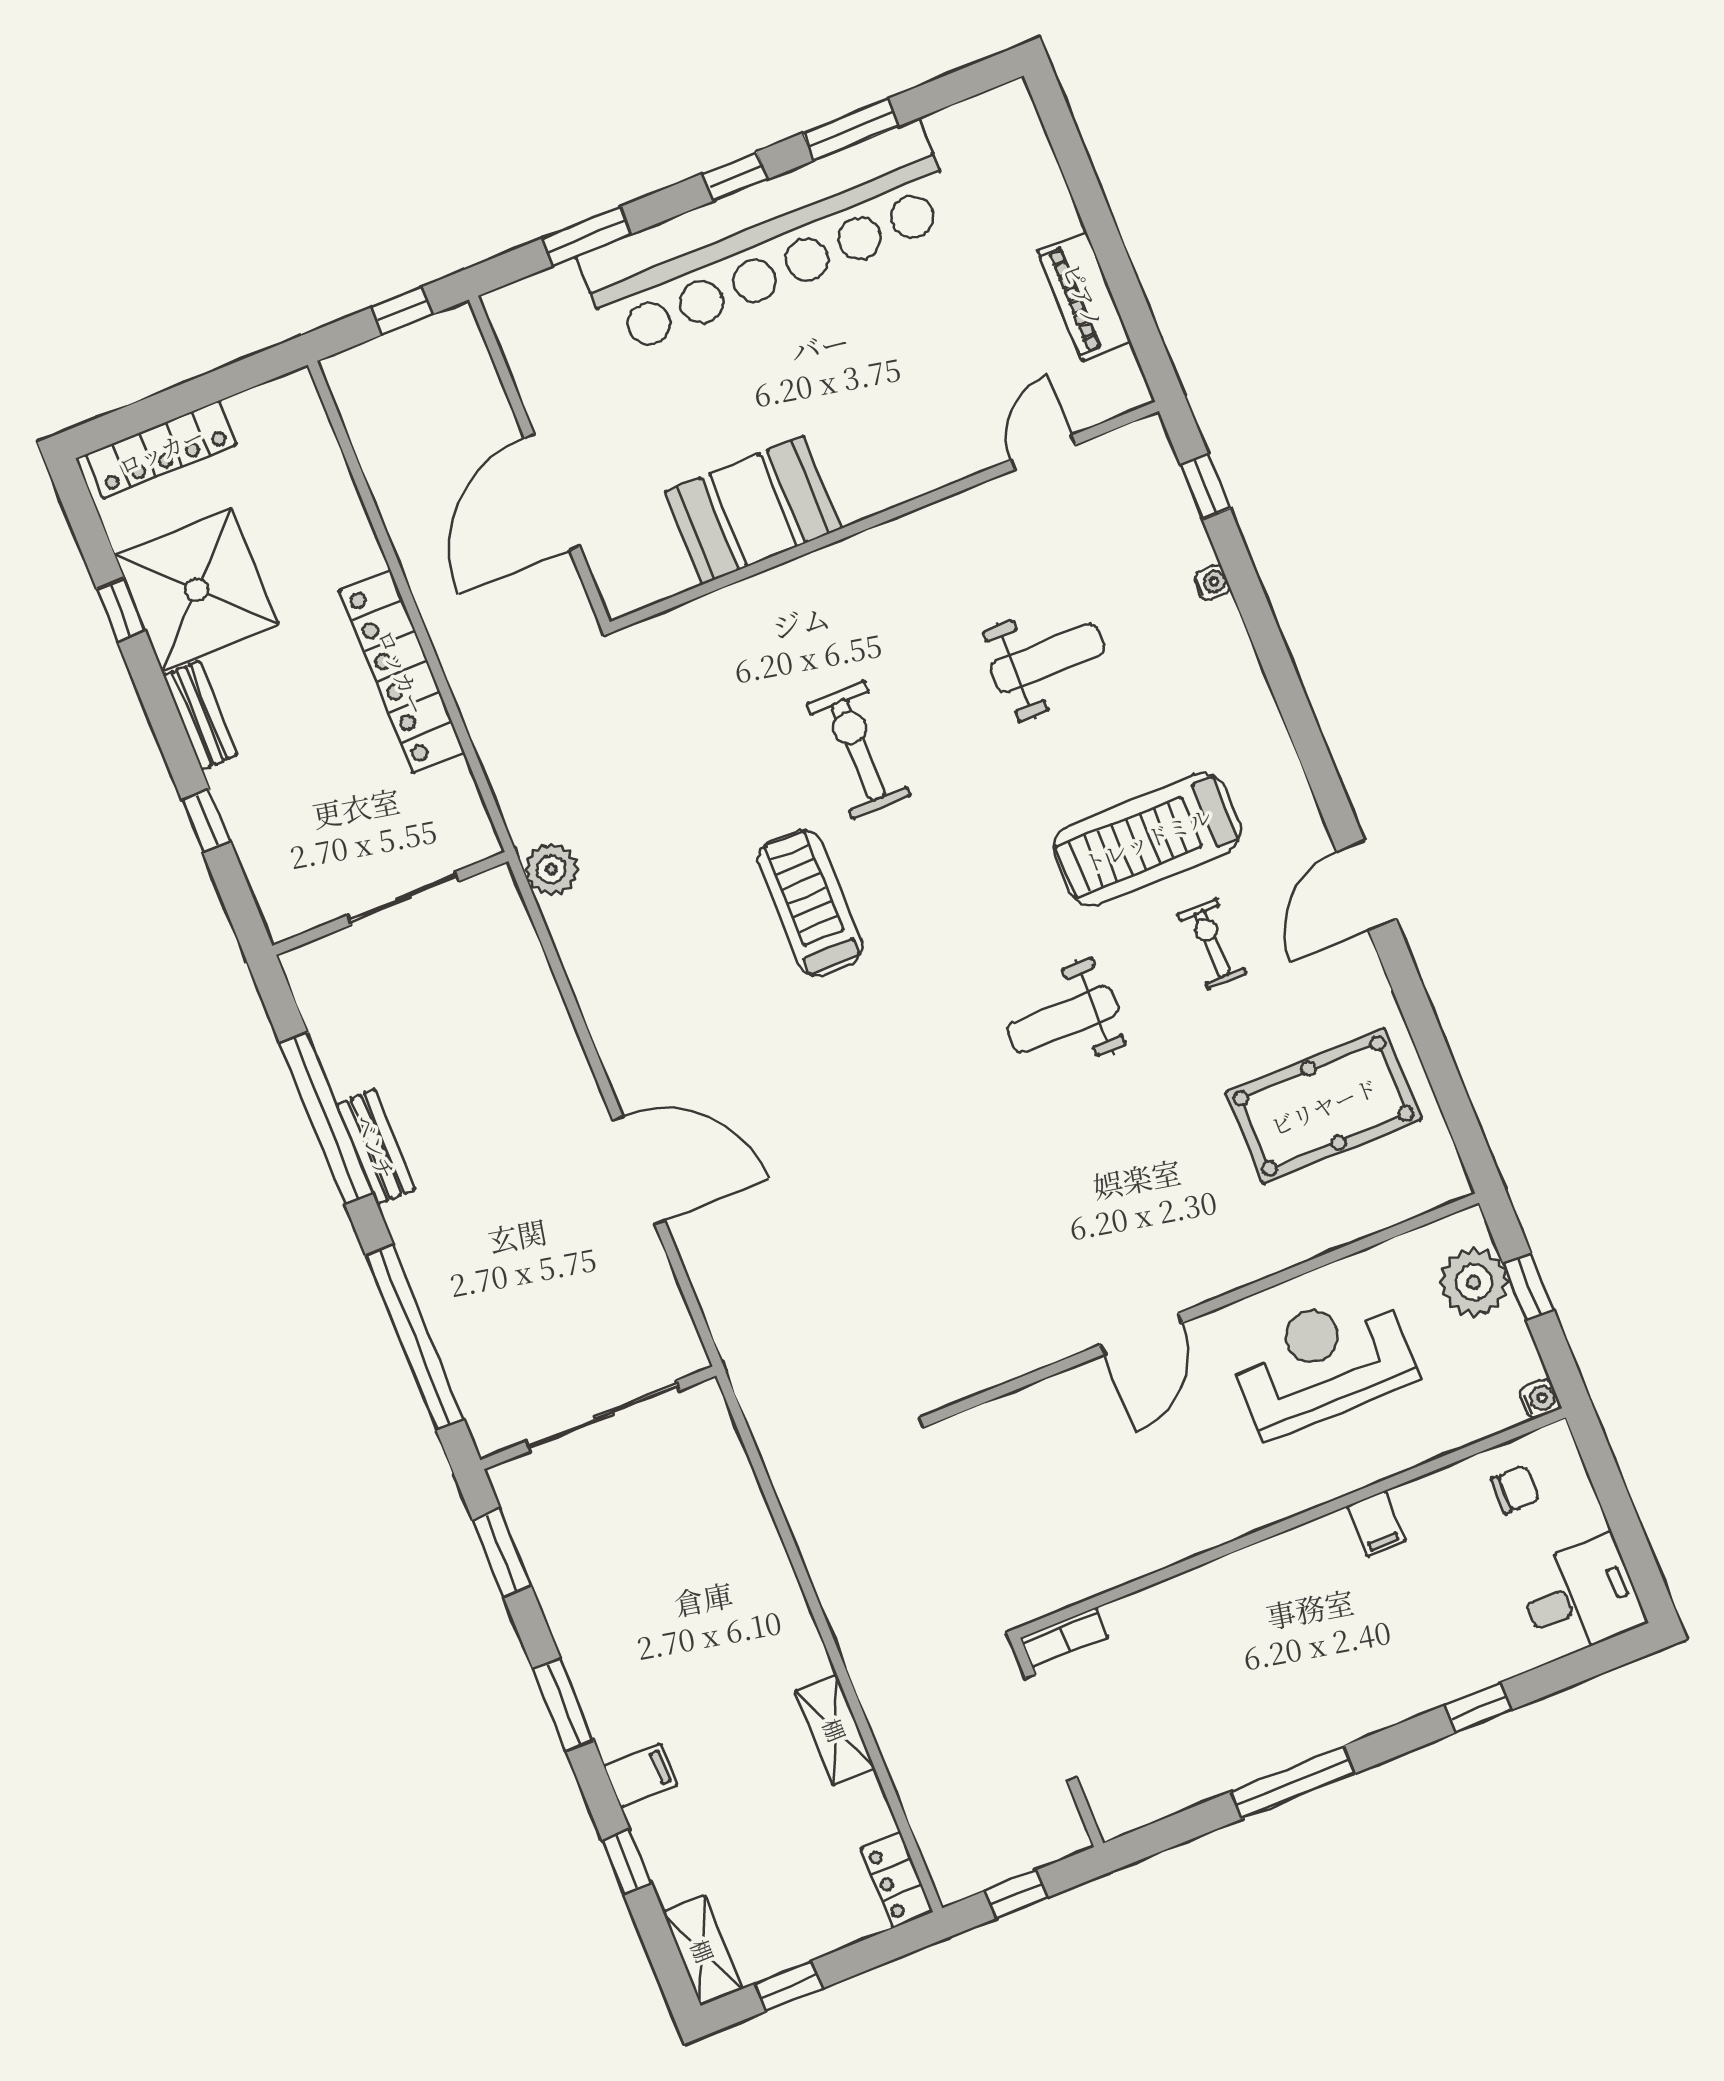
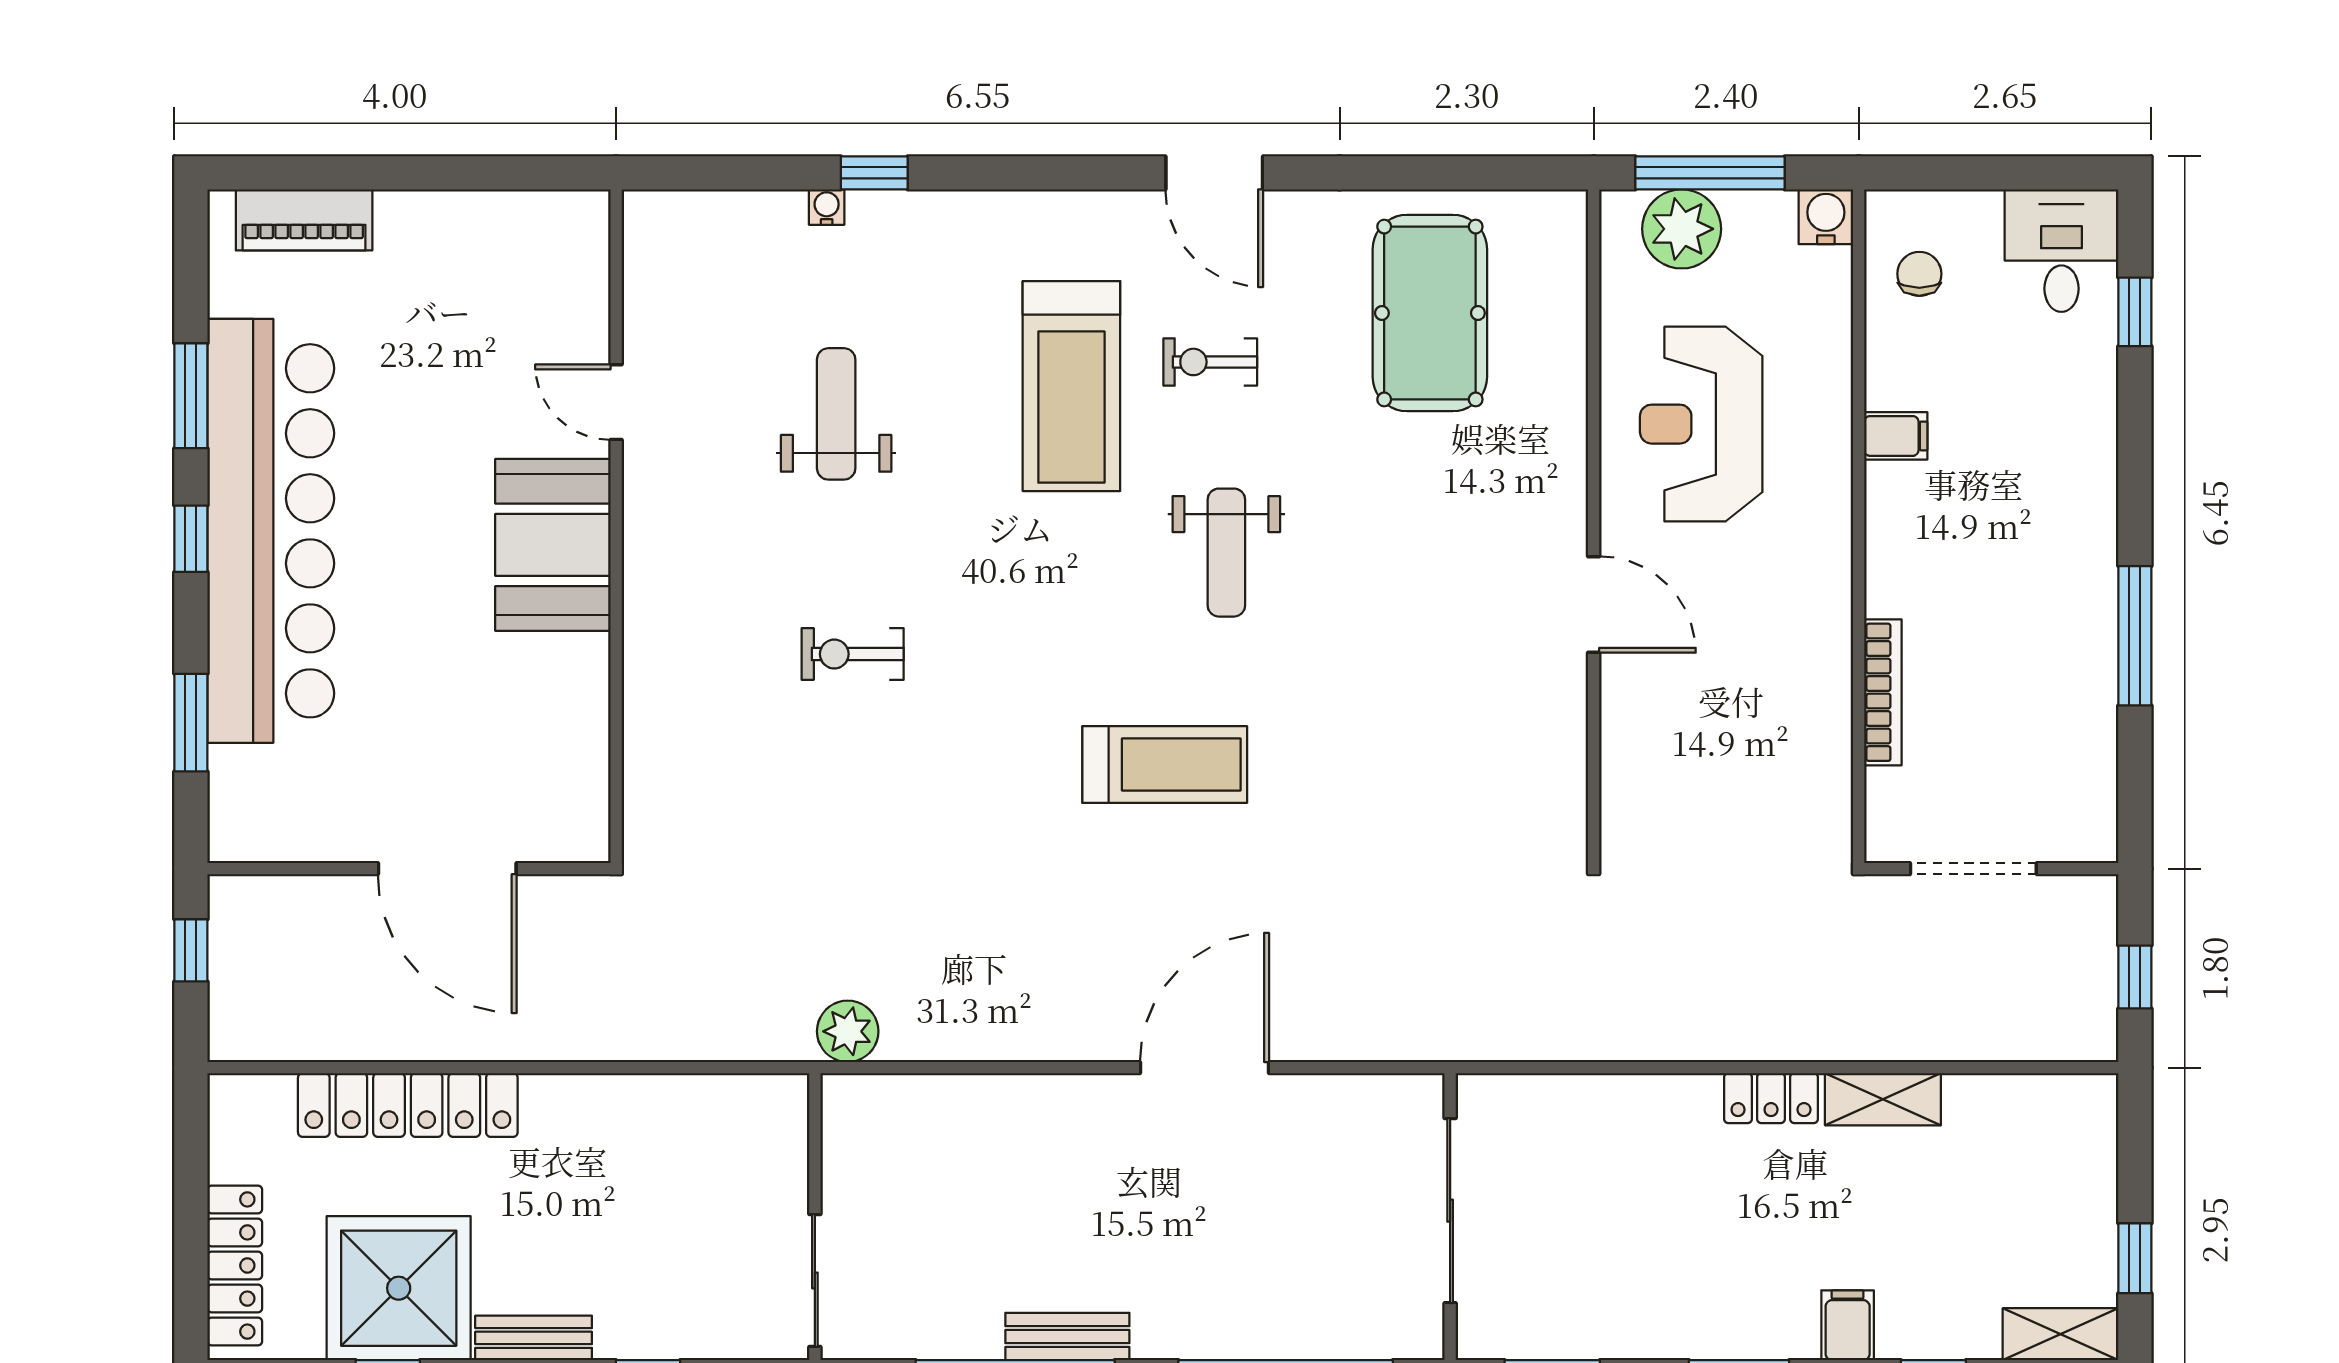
piano: (1084, 296) -> (304, 220), moved
door: (1043, 452) -> (616, 402), moved
window: (1205, 487) -> (874, 173), moved
booth: (753, 510) -> (553, 545), moved
locker: (402, 672) -> (408, 1105), moved
exercise bike: (858, 750) -> (853, 654), width x0.73, depth x0.72
sliding door: (403, 898) -> (815, 1280), moved
treadmill: (810, 903) -> (1165, 764), moved, turned 180
window: (1529, 1287) -> (1710, 173), width x2.17
water cooler: (1540, 1399) -> (1826, 217), width x1.38, depth x1.38
bookcase: (1064, 1637) -> (1883, 692), moved, width x1.56
window: (1478, 1707) -> (2135, 312), moved
locker: (897, 1880) -> (1771, 1098), moved

